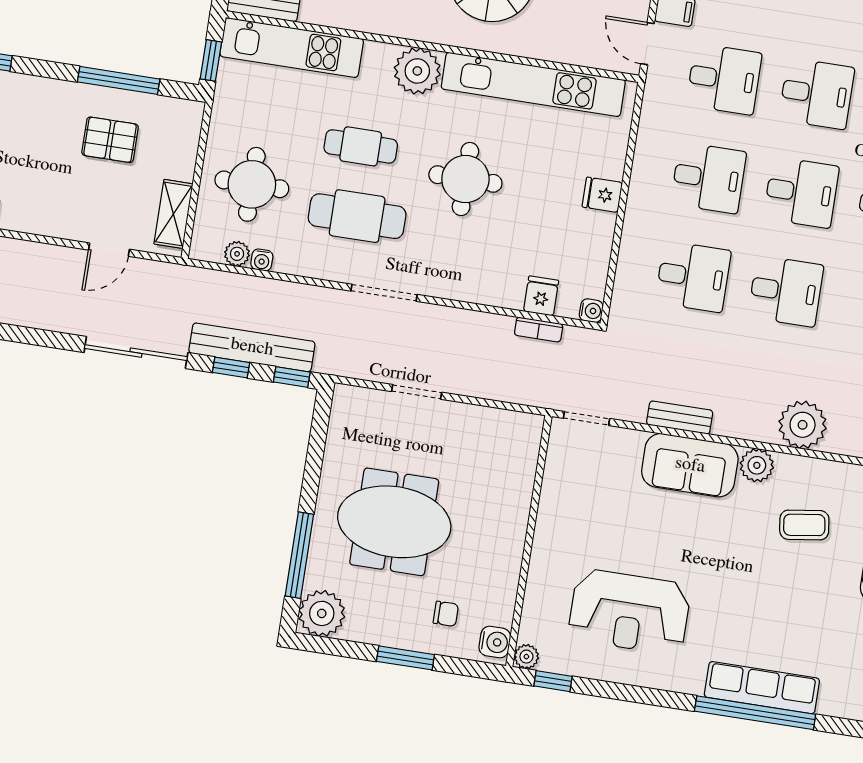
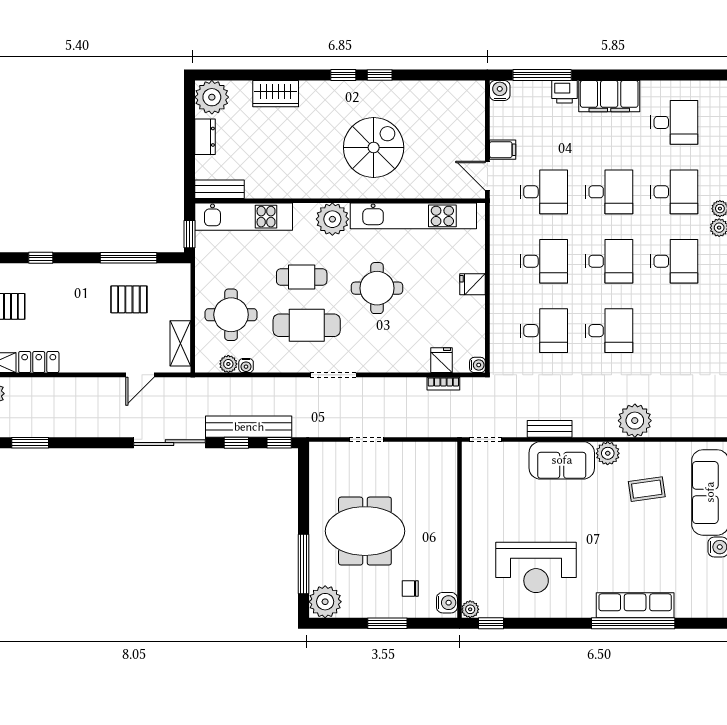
chair: (446, 614) -> (410, 589), turned 180

